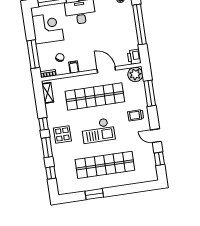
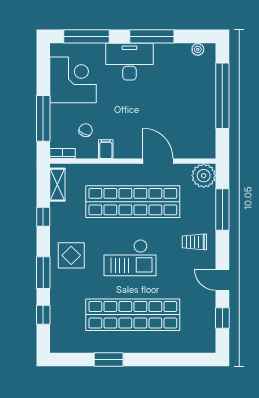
printer: (134, 57) -> (206, 147), removed
window: (44, 124) -> (43, 217), moved

